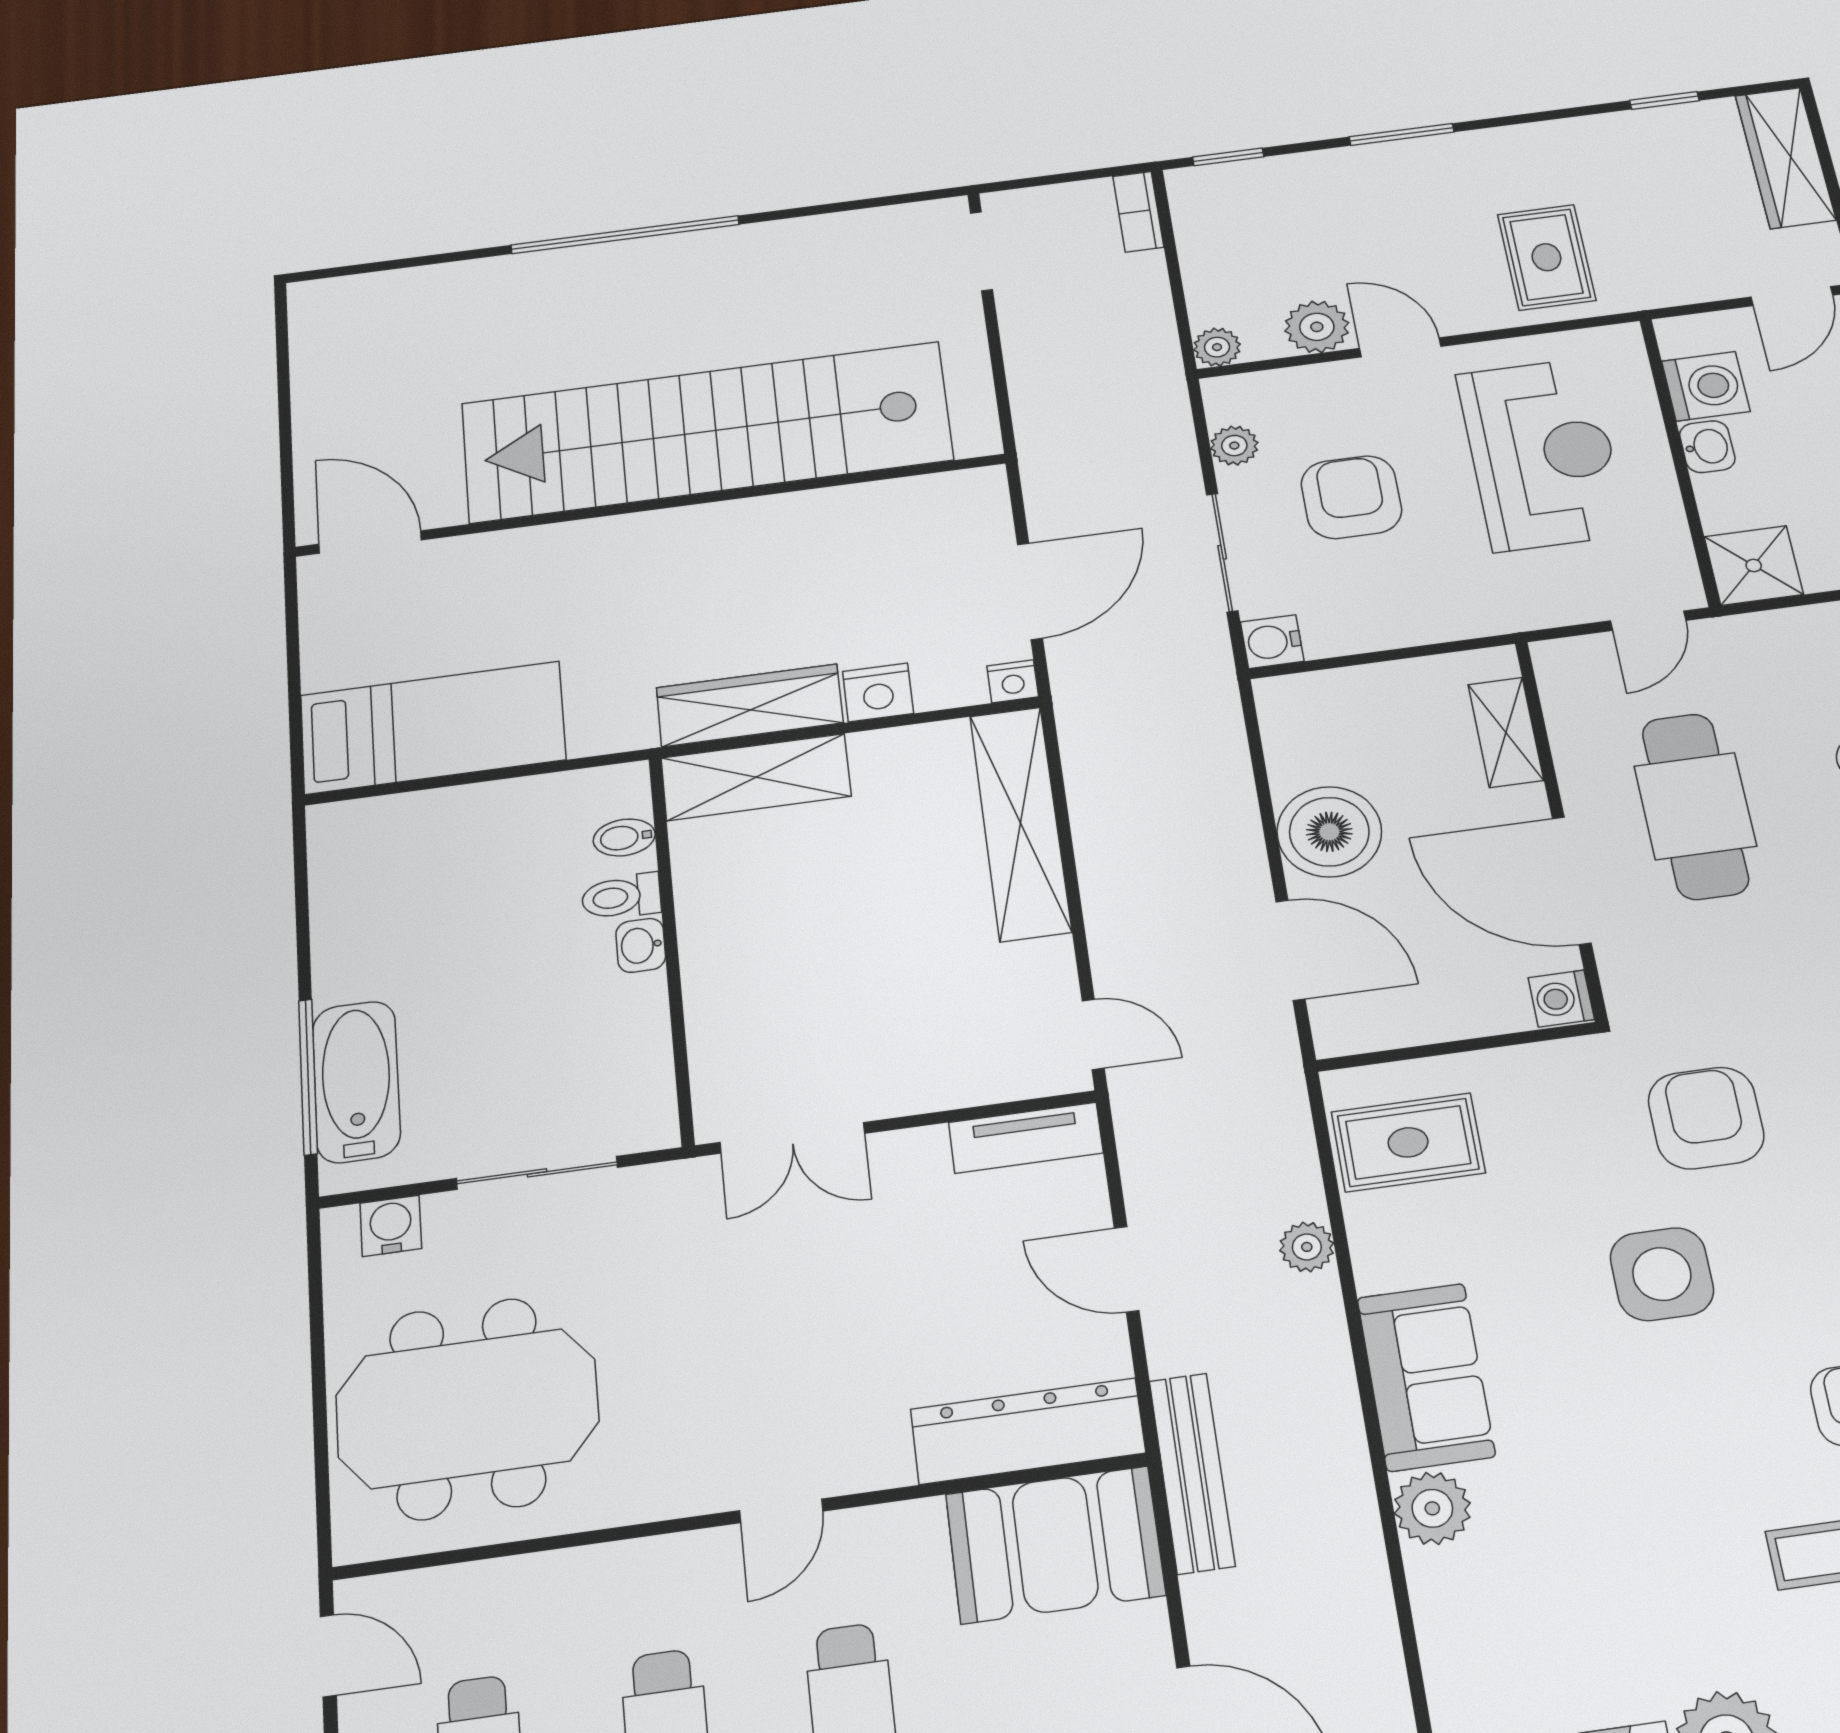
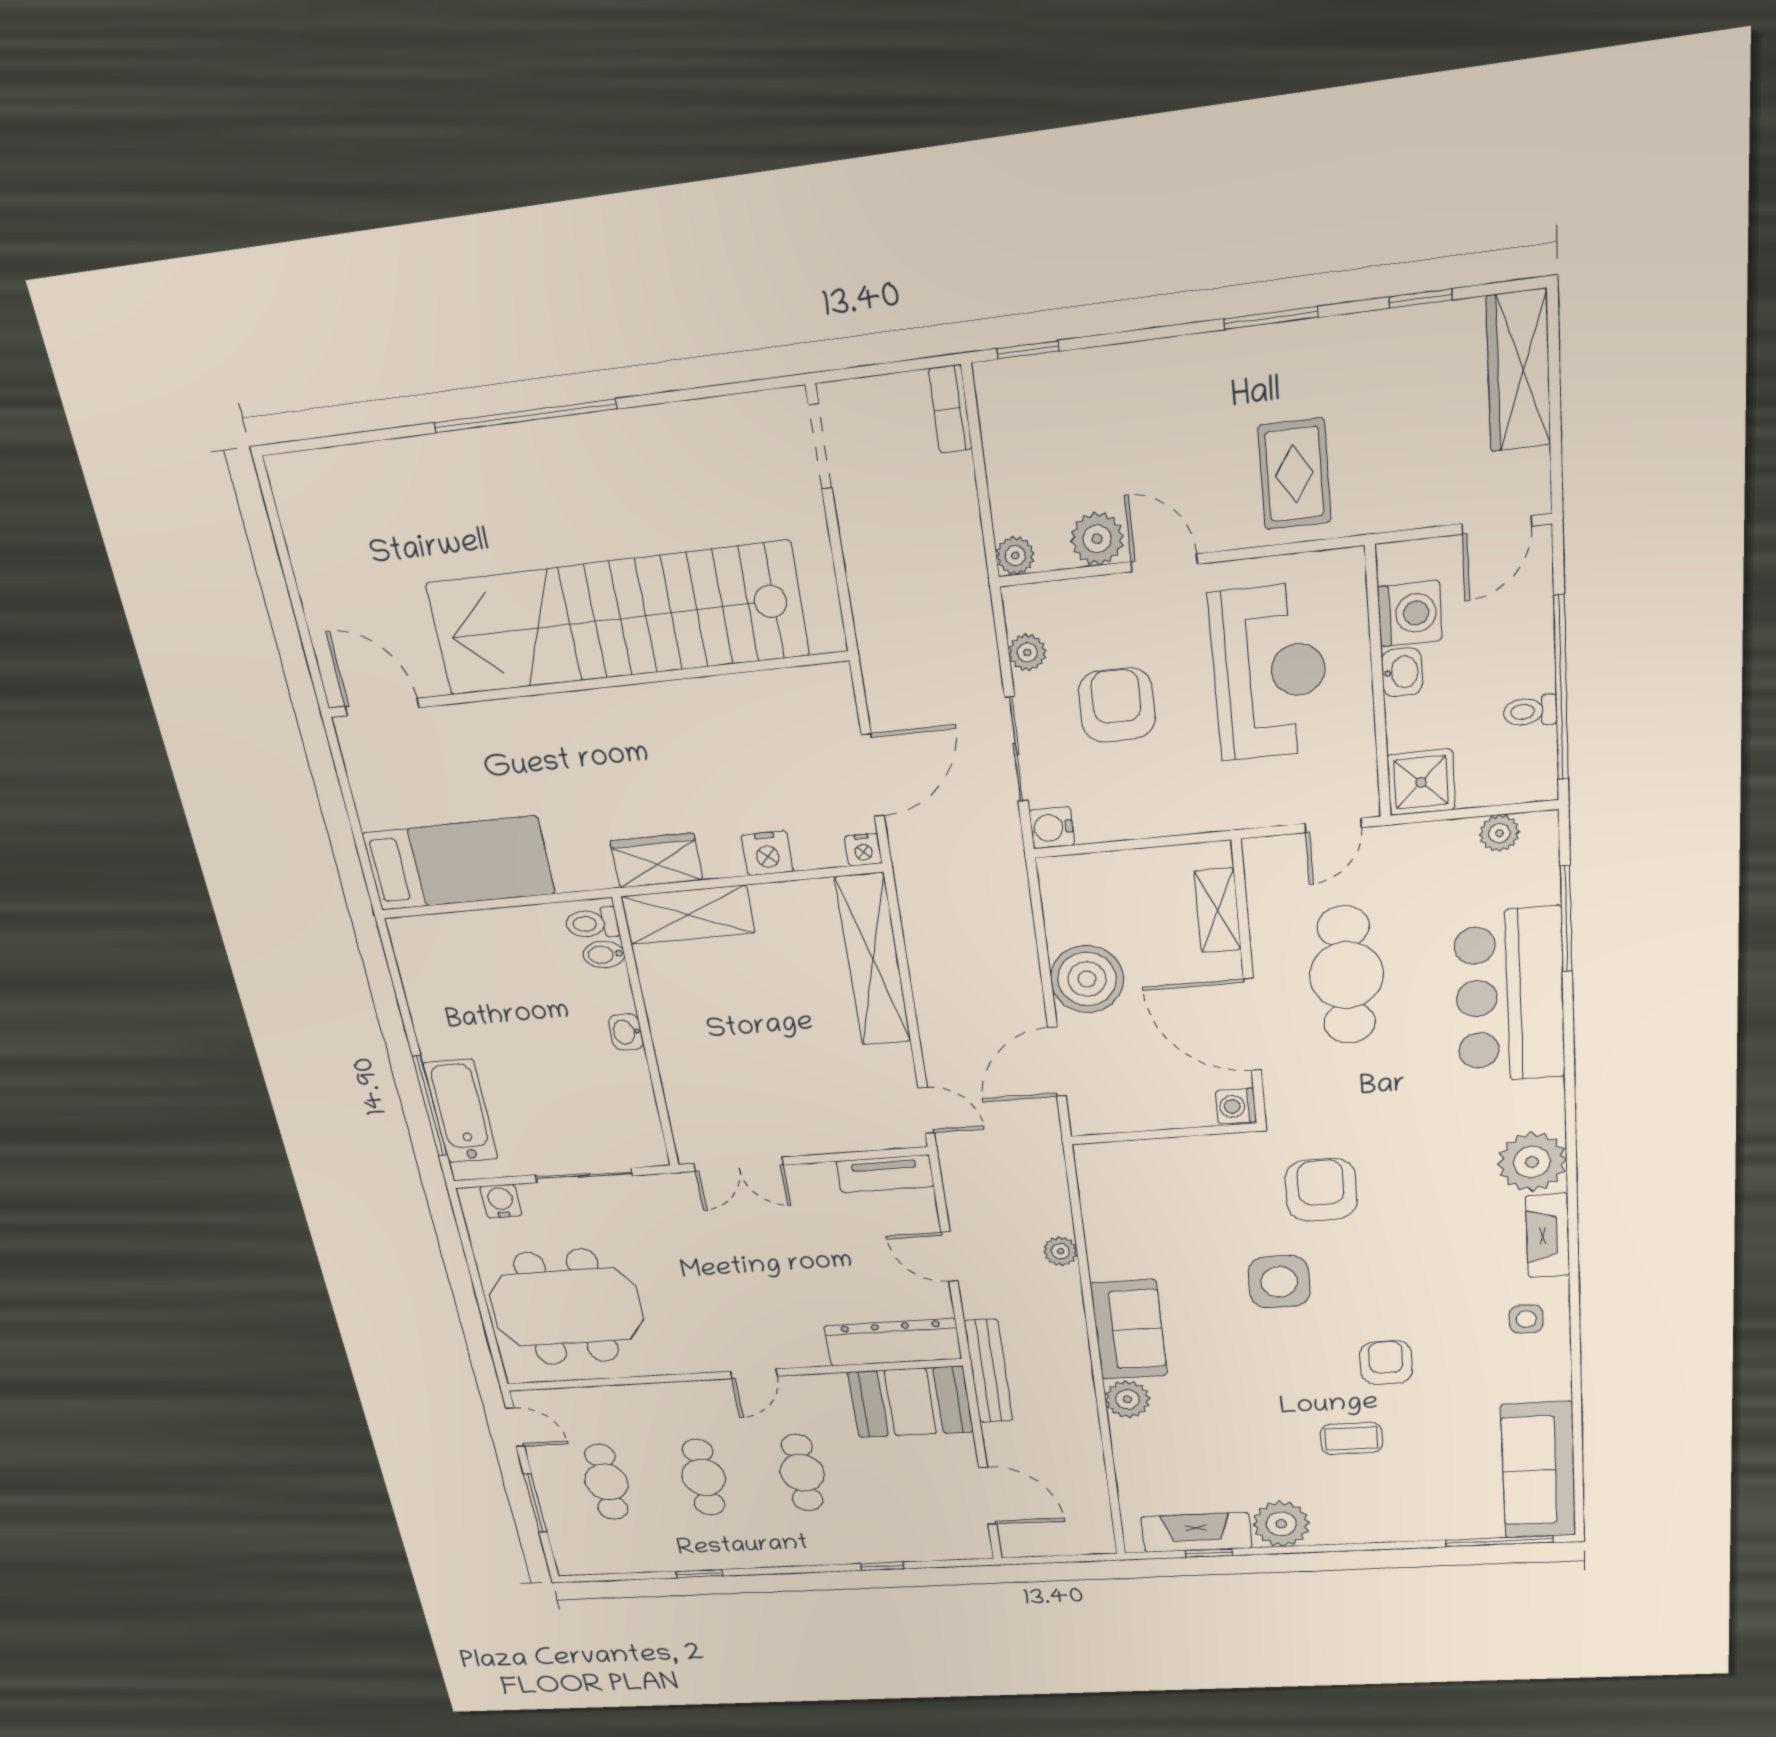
window: (1402, 134) -> (1271, 318), moved
wardrobe: (750, 705) -> (656, 860), width x0.67
toilet: (621, 897) -> (592, 923), moved
door: (1290, 950) -> (1057, 1062), swing flipped
rug: (1408, 1142) -> (1127, 1192), removed

